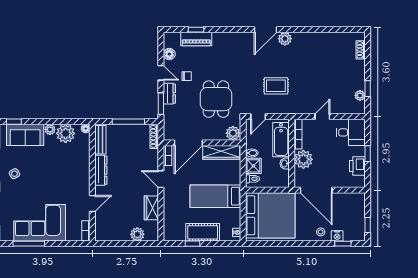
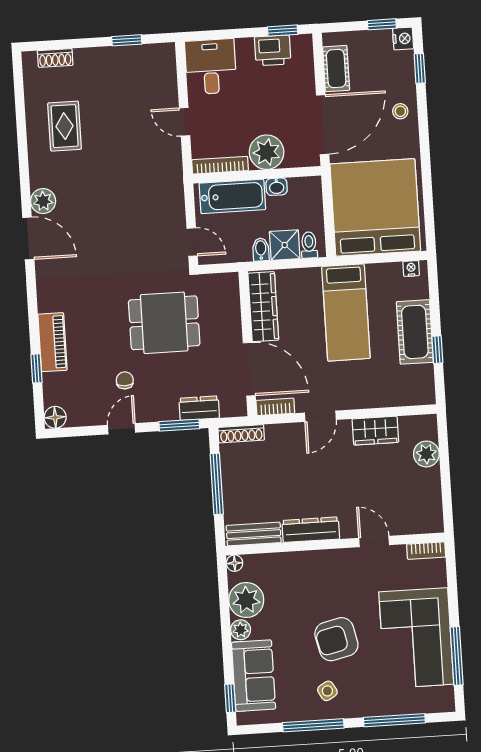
piano: (196, 39) -> (52, 342), moved
floor lamp: (169, 54) -> (55, 417), moved
rug: (276, 86) -> (65, 126), moved
dresser: (169, 94) -> (199, 408), moved
plant: (360, 95) -> (140, 54), removed
plant: (233, 133) -> (226, 287), removed
window: (368, 154) -> (283, 31), moved
armchair: (42, 180) -> (336, 639), added
cot: (346, 199) -> (336, 69), added
nightstand: (337, 236) -> (403, 39), moved

